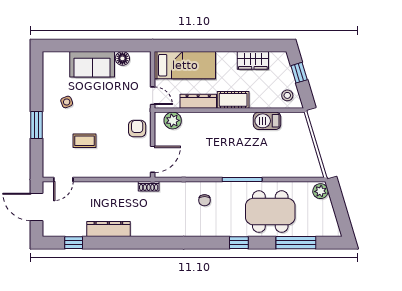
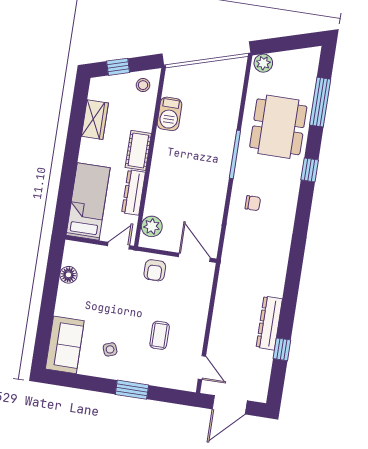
sofa: (92, 64) -> (65, 345), moved
armchair: (137, 129) -> (155, 270), turned -90
shoe rack: (149, 186) -> (226, 267), removed
window: (74, 243) -> (282, 349), moved

